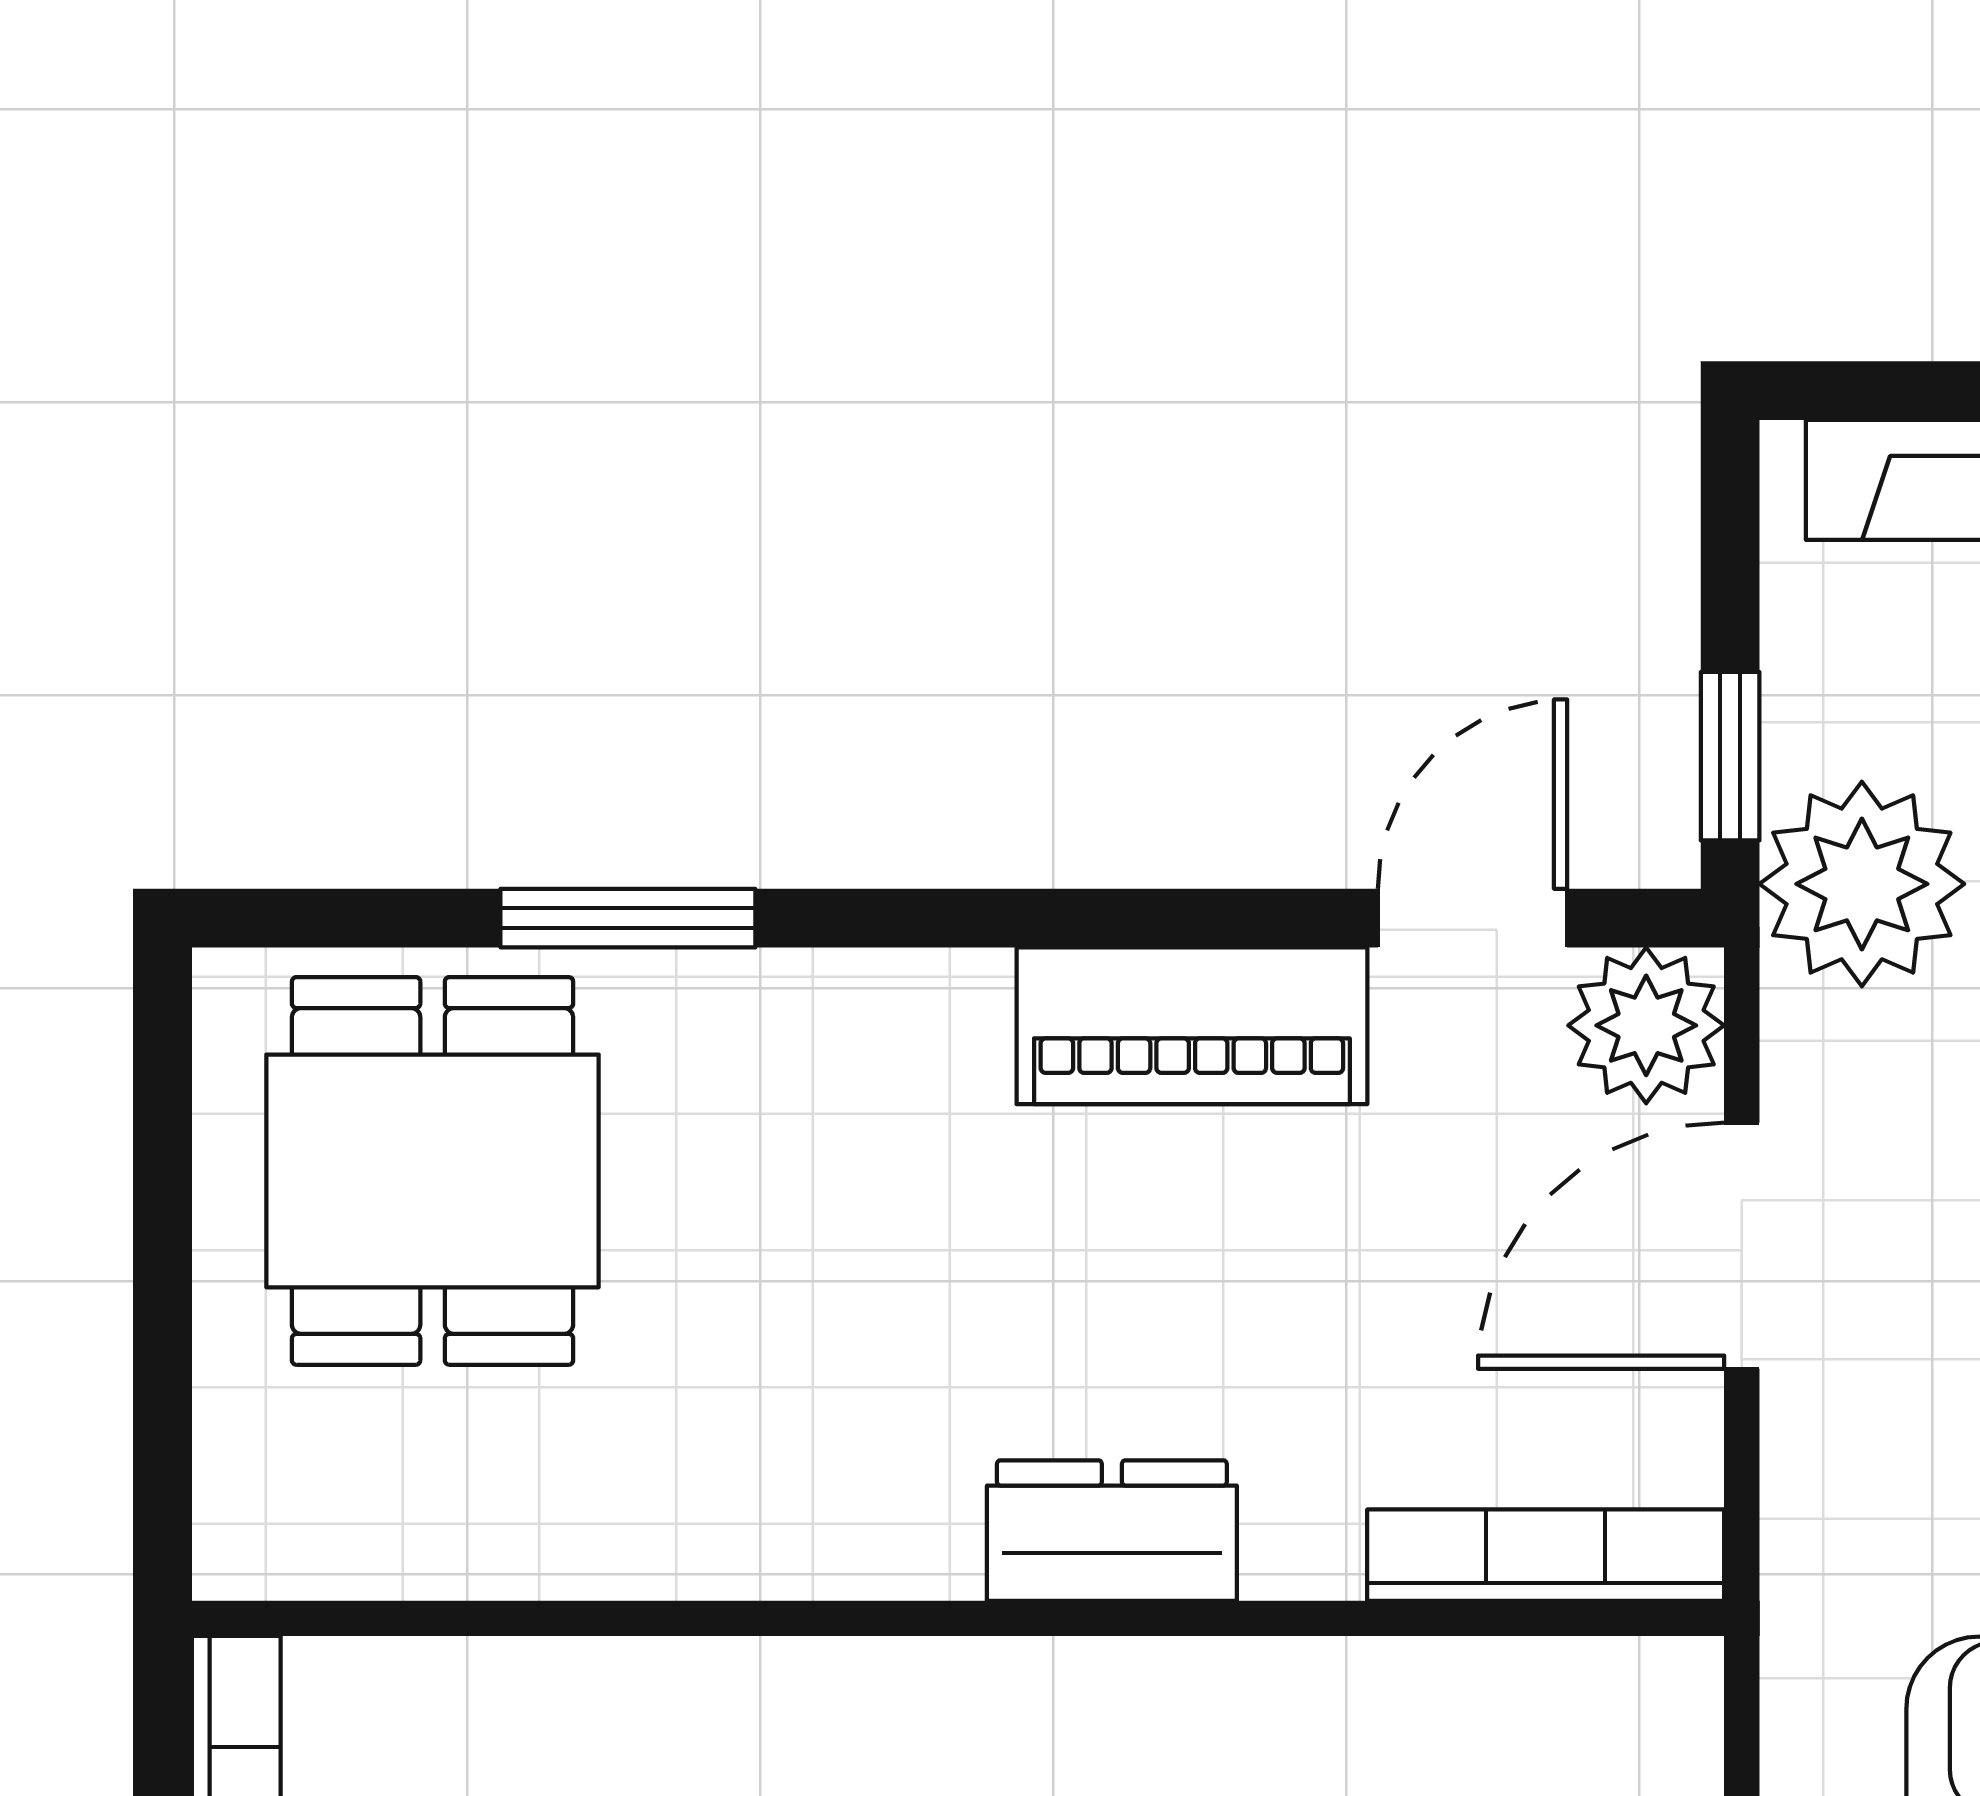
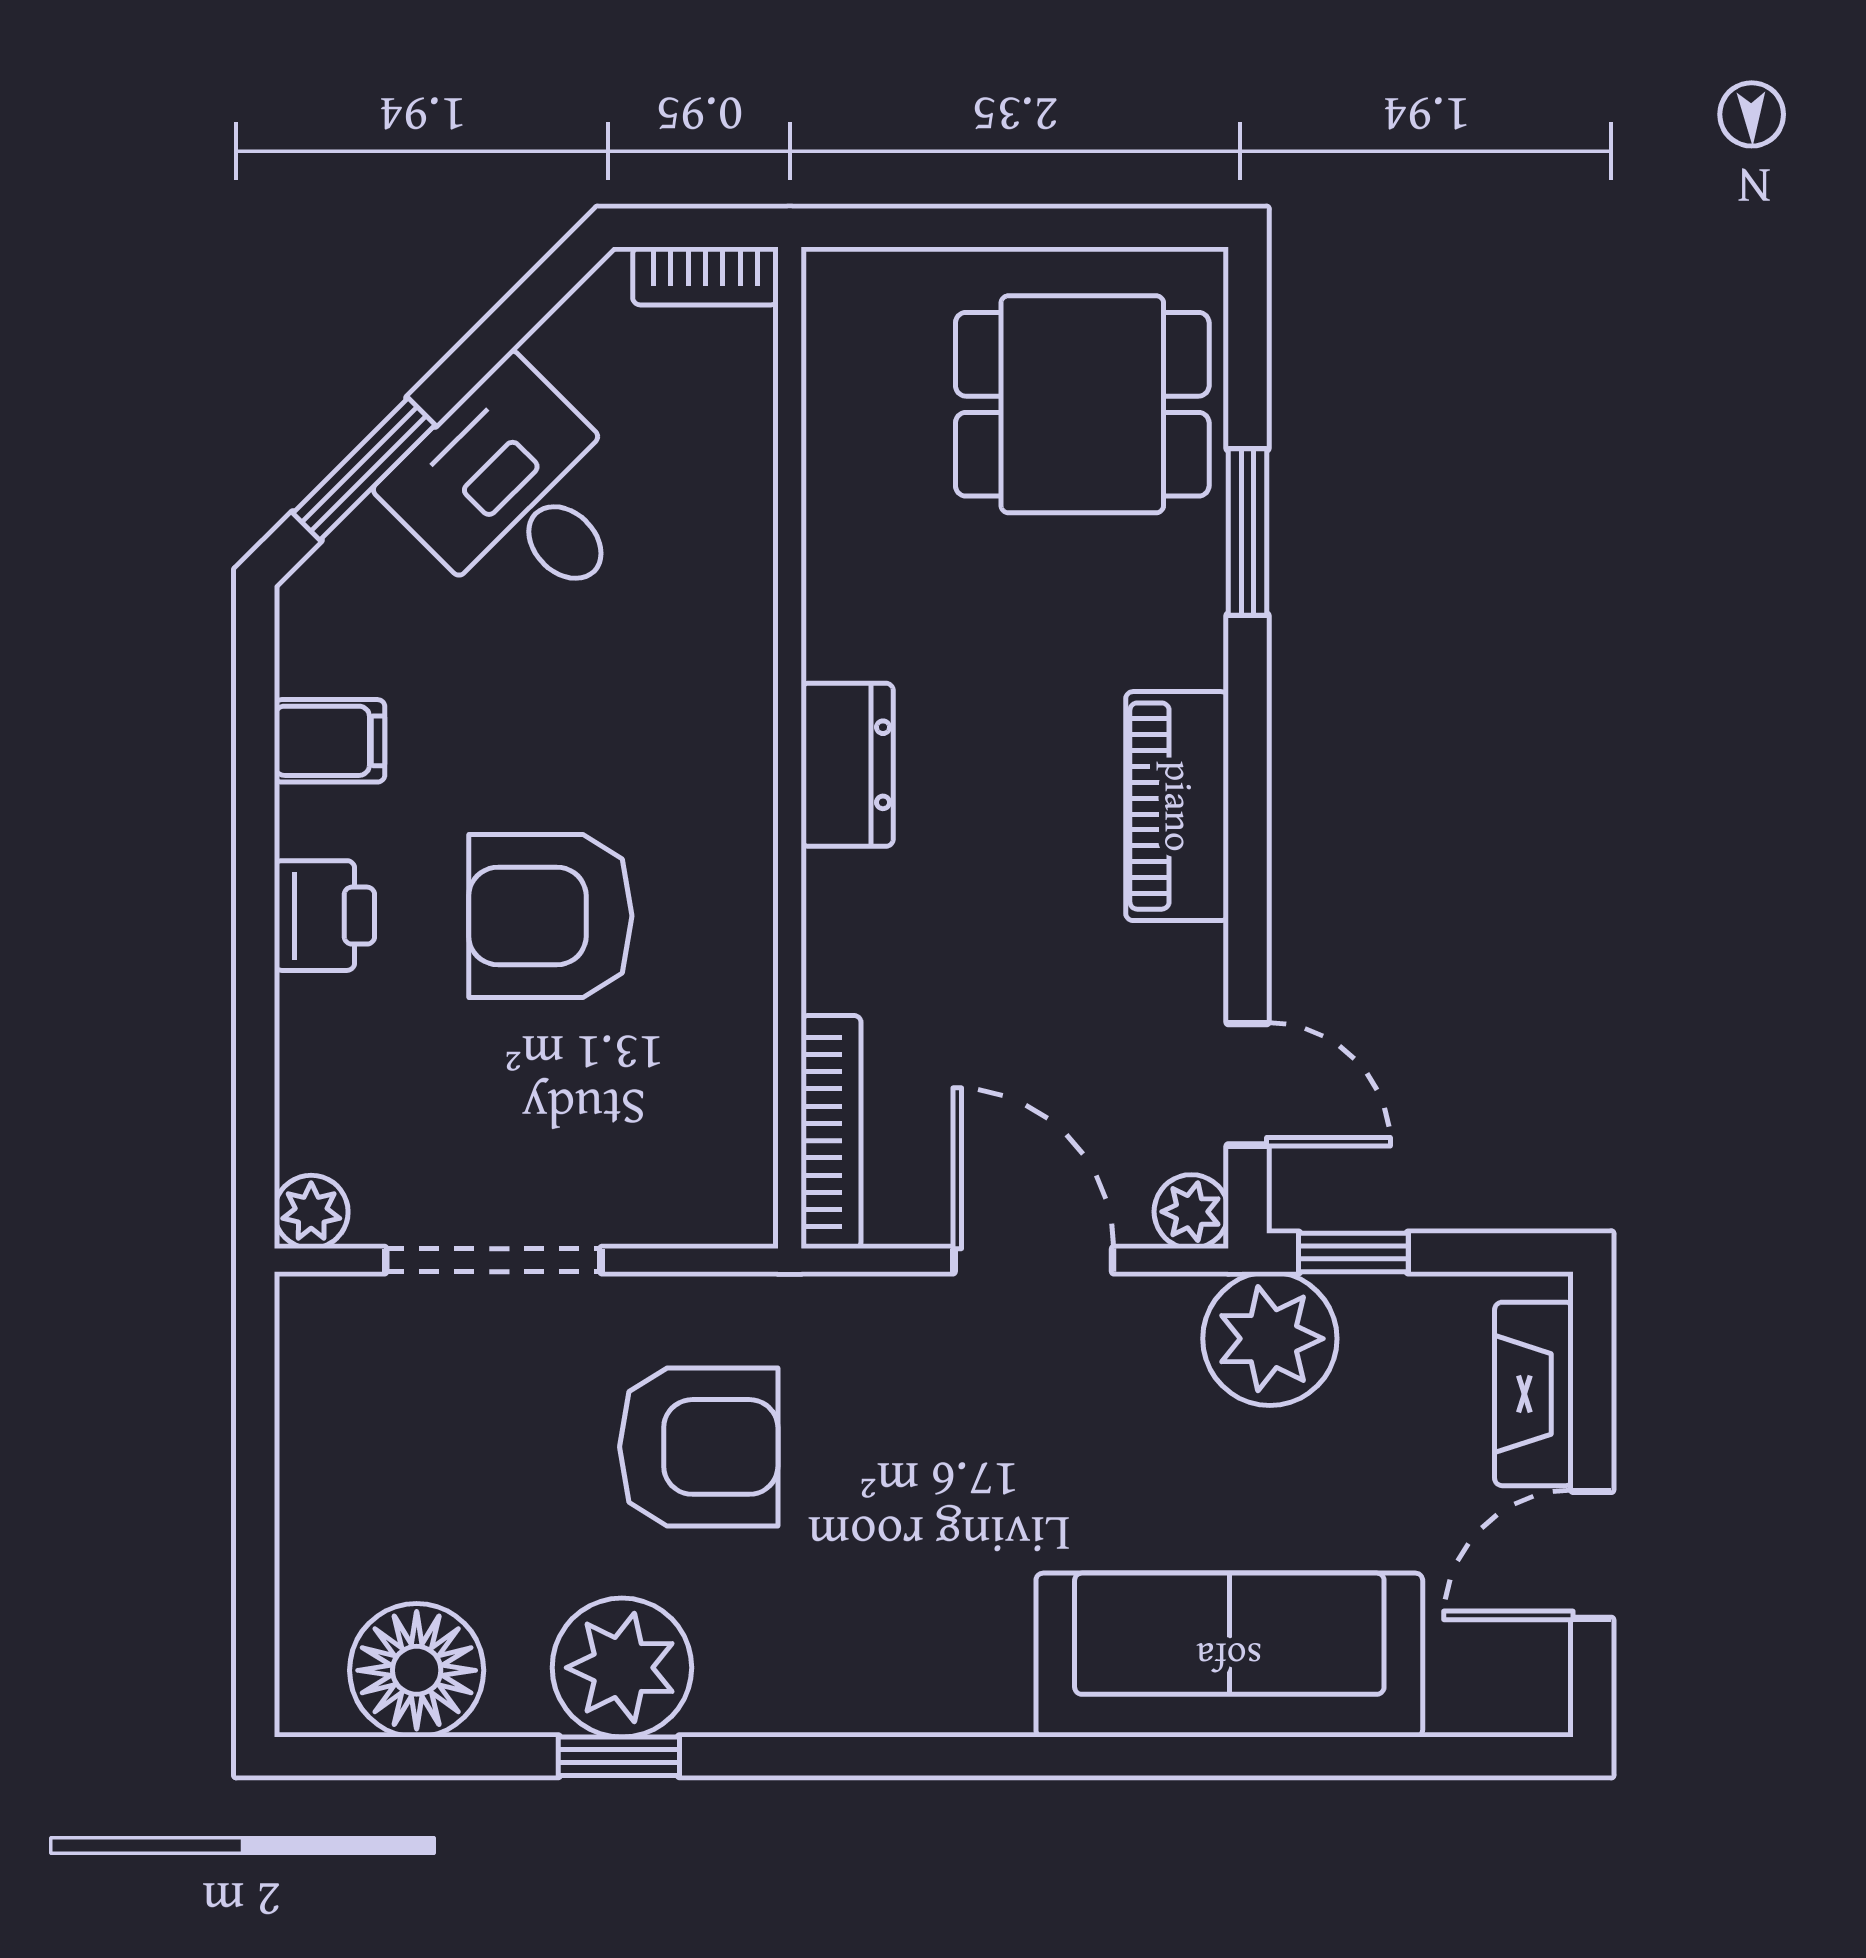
plant: (1646, 1025) -> (1191, 1212), width x0.73, depth x0.73
piano: (1192, 1026) -> (1177, 806), moved
dresser: (1112, 1531) -> (847, 765), moved

